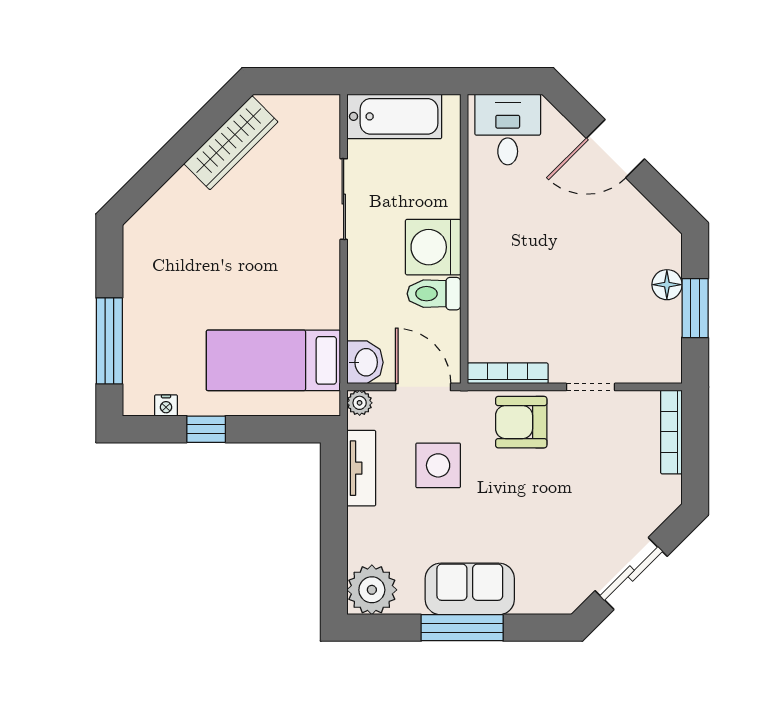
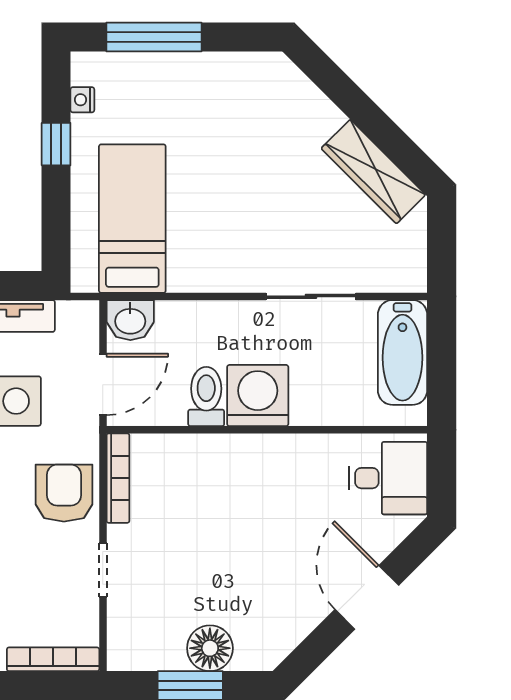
floor lamp: (667, 285) -> (210, 648), width x1.38, depth x1.38
plant: (360, 403) -> (85, 314), removed

